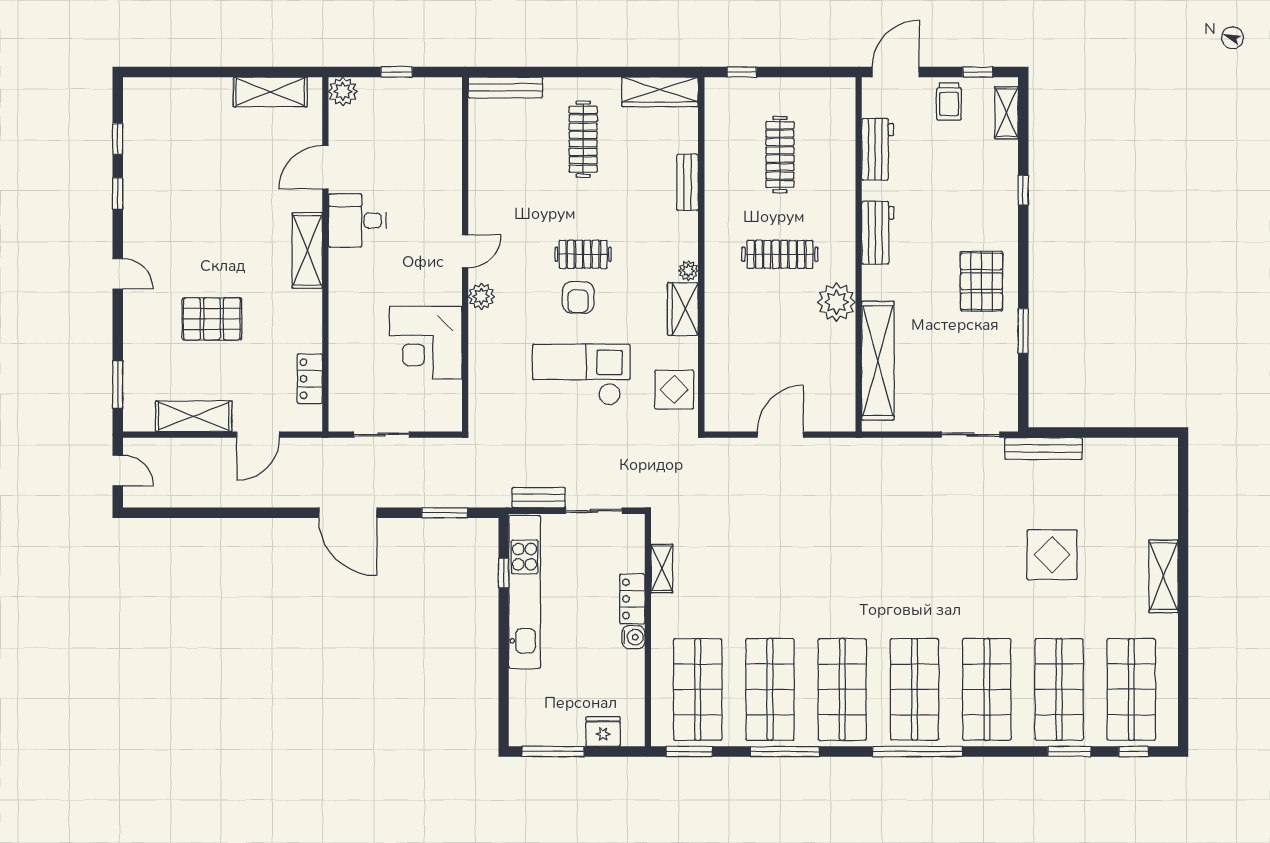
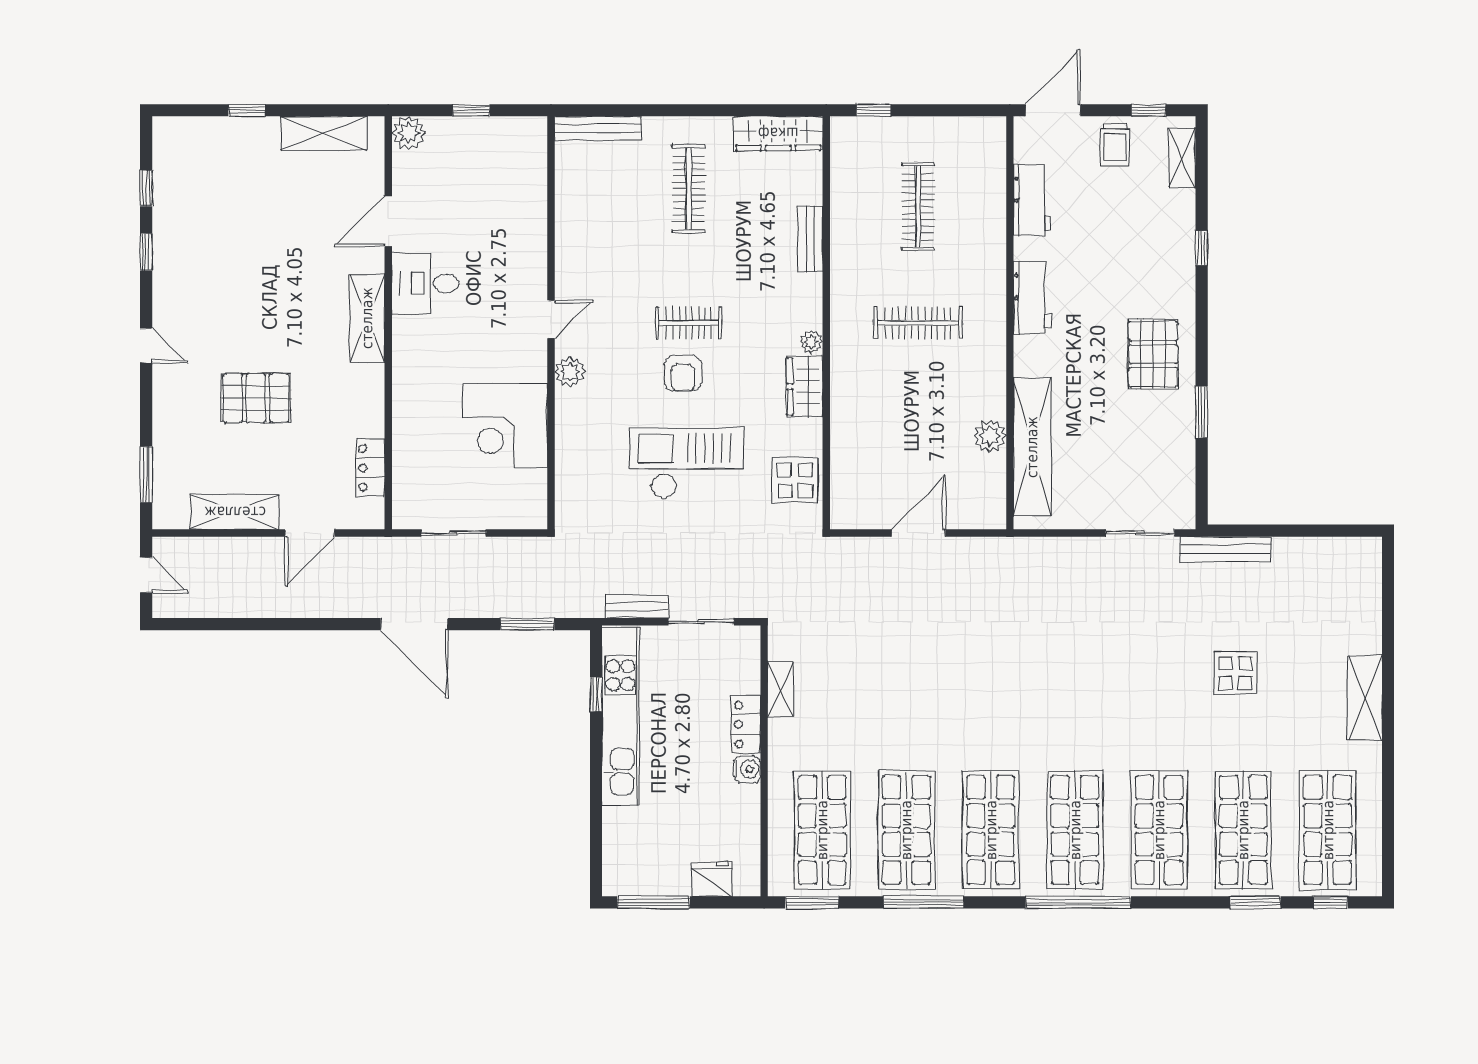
window: (204, 72) -> (247, 110), added
plant: (836, 302) -> (990, 436), moved, width x0.73, depth x0.73
display table: (1052, 555) -> (1235, 673), width x0.73, depth x0.73

